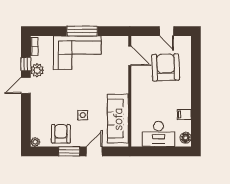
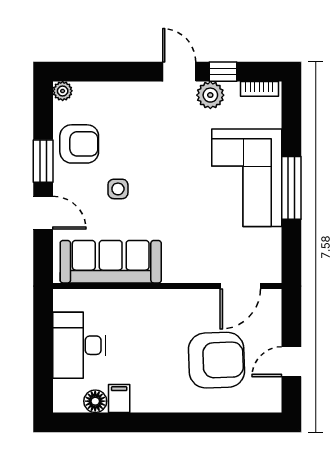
floor lamp: (186, 138) -> (95, 401), moved

